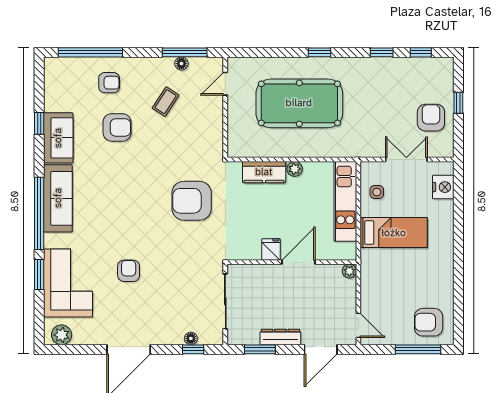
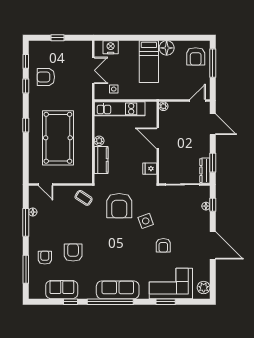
window: (90, 52) -> (26, 269), width x0.68
window: (185, 52) -> (26, 222), moved
coffee table: (166, 102) -> (84, 198), moved
armchair: (431, 118) -> (46, 77), moved
sofa: (58, 138) -> (62, 290), moved
double door: (406, 159) -> (93, 70), swing flipped
window: (39, 213) -> (110, 302), moved
bed: (394, 233) -> (149, 62), moved, turned 180
side table: (167, 243) -> (146, 221), added
fridge: (271, 249) -> (150, 169), moved
armchair: (129, 271) -> (163, 245), turned -90
floor lamp: (442, 276) -> (167, 48), added
dresser: (280, 337) -> (205, 171), moved

